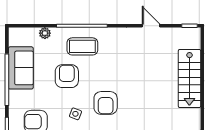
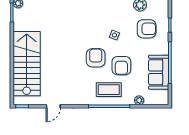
door: (151, 26) -> (53, 106), hinge flipped
stairs: (189, 78) -> (27, 64), width x1.36, depth x1.51
armchair: (106, 103) -> (96, 58), moved

